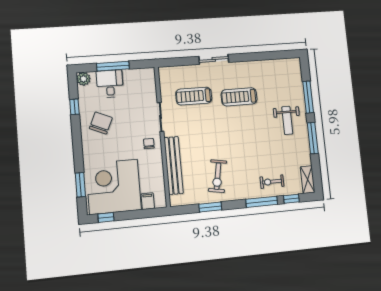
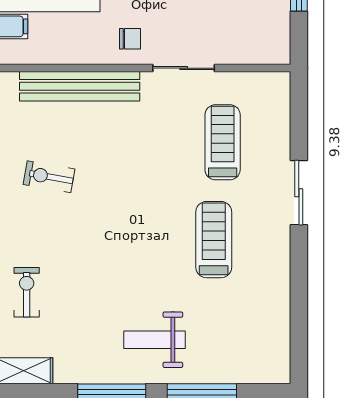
exercise bike: (218, 176) -> (49, 177), width x0.73, depth x0.72

